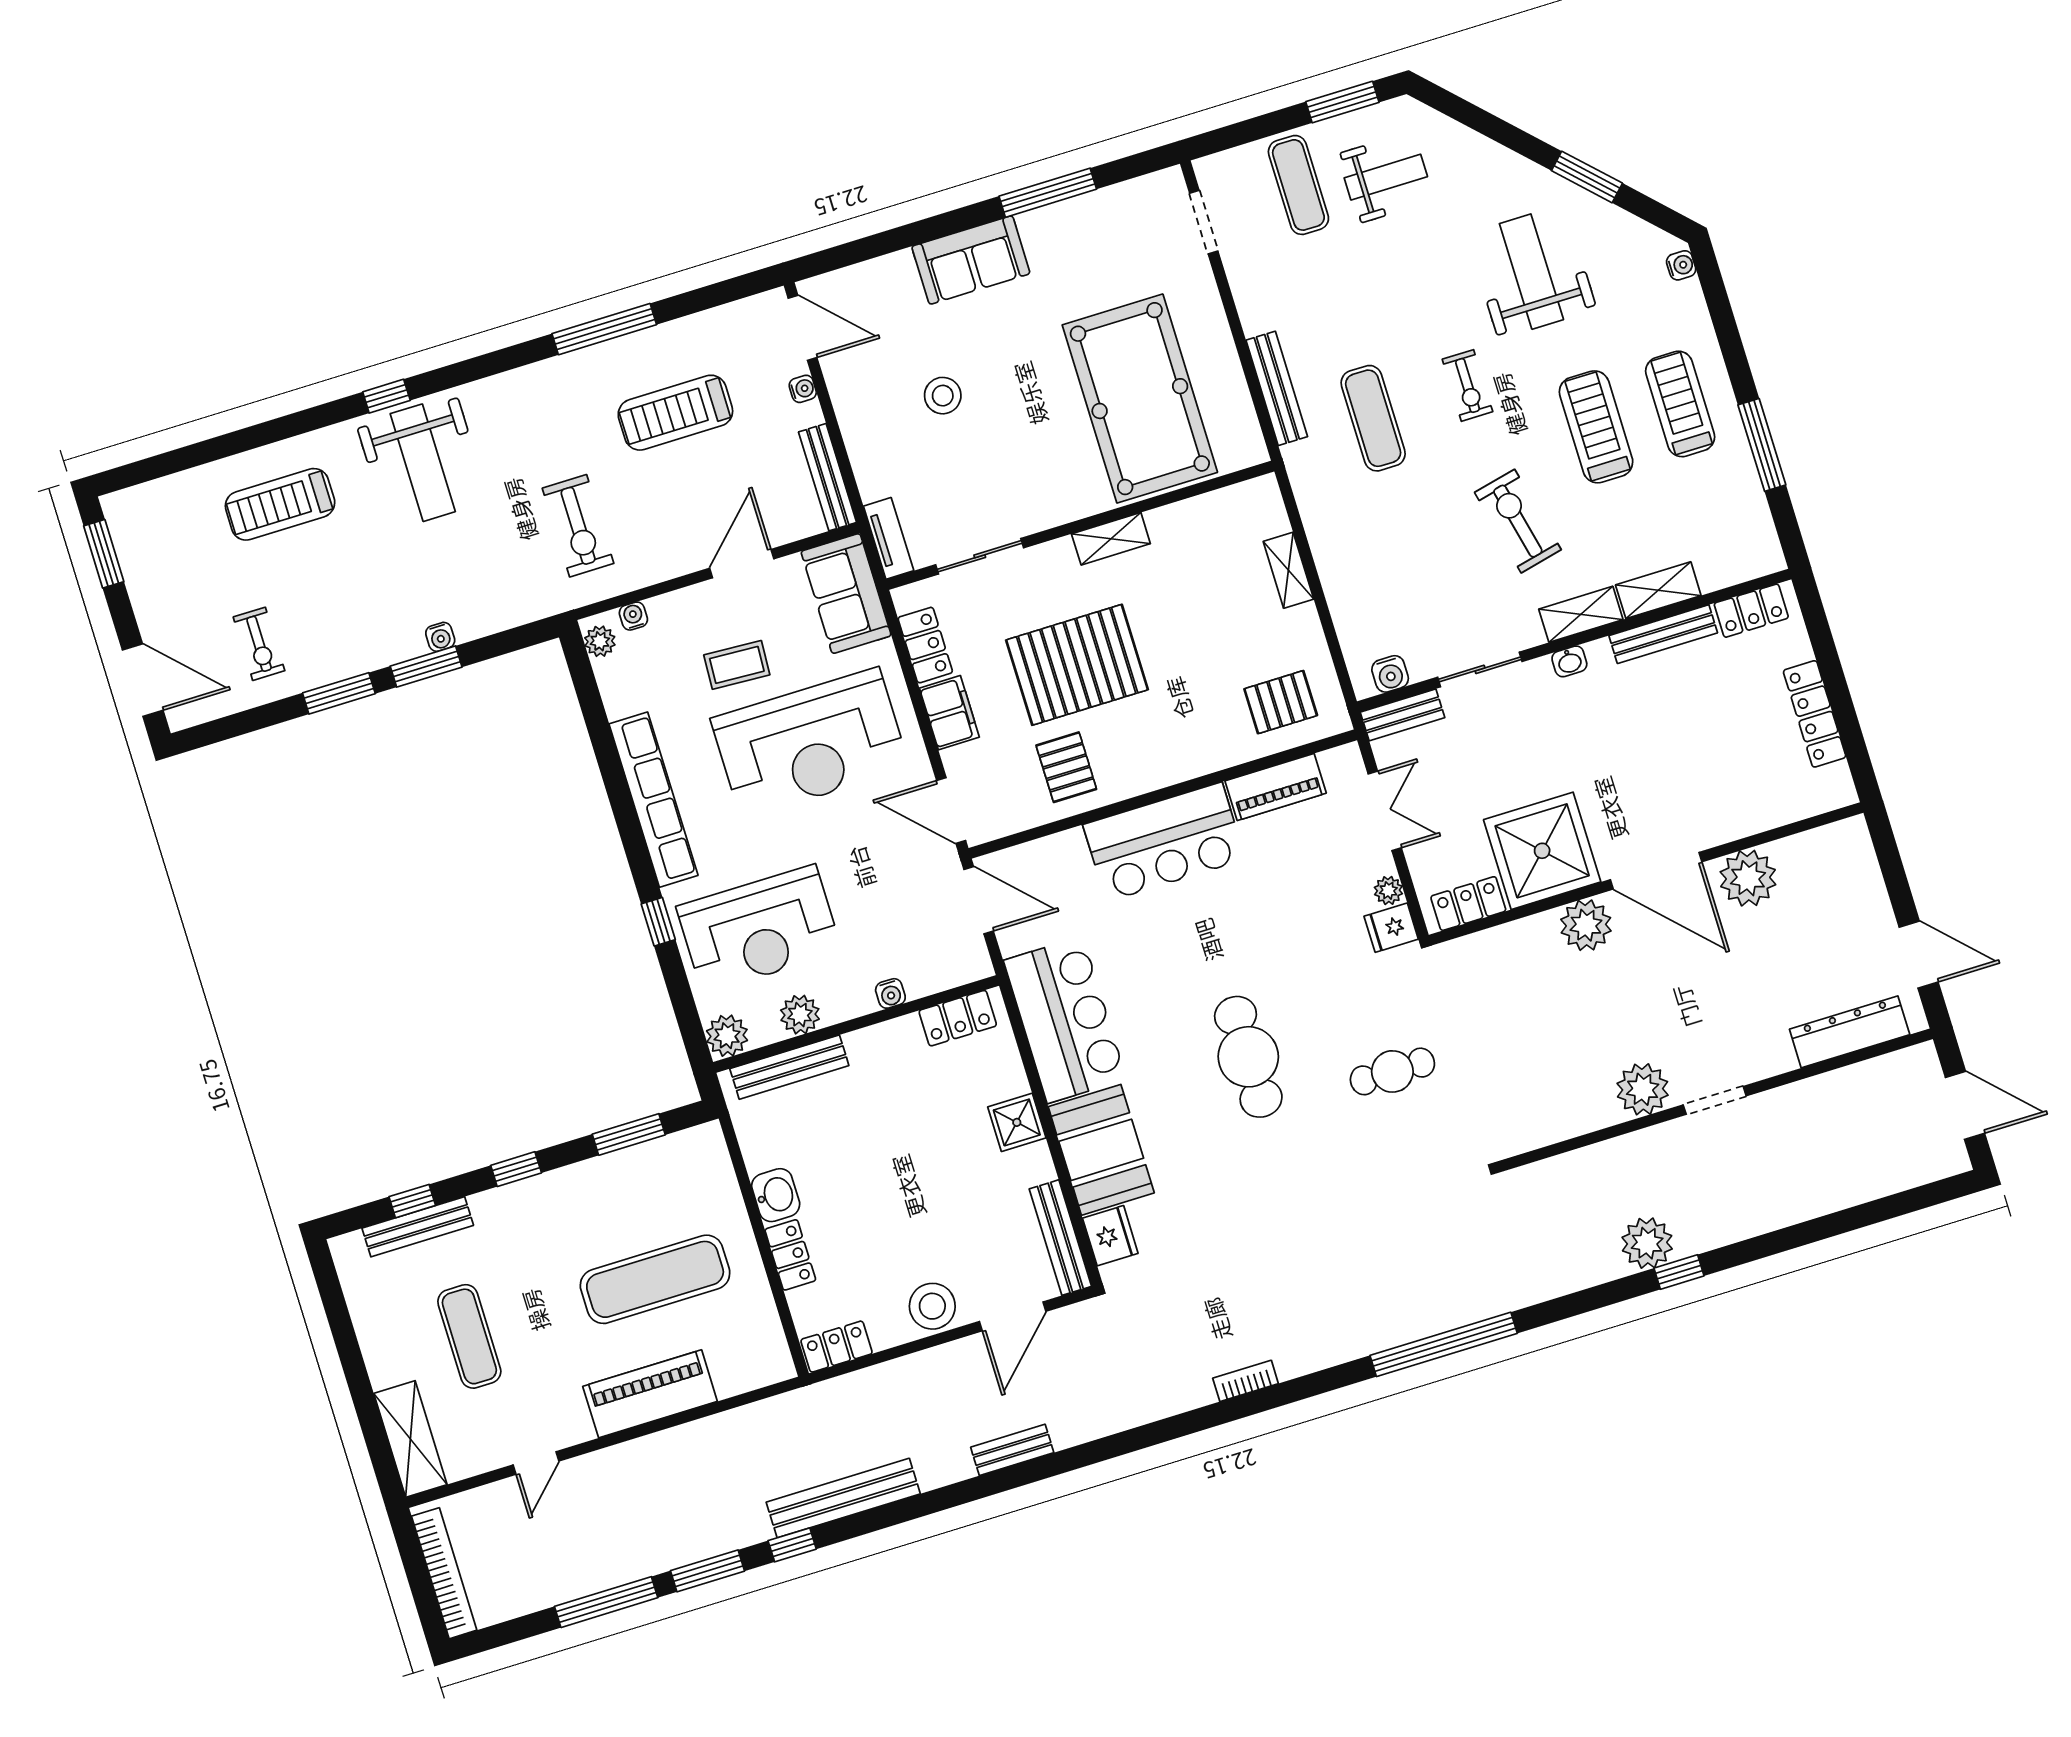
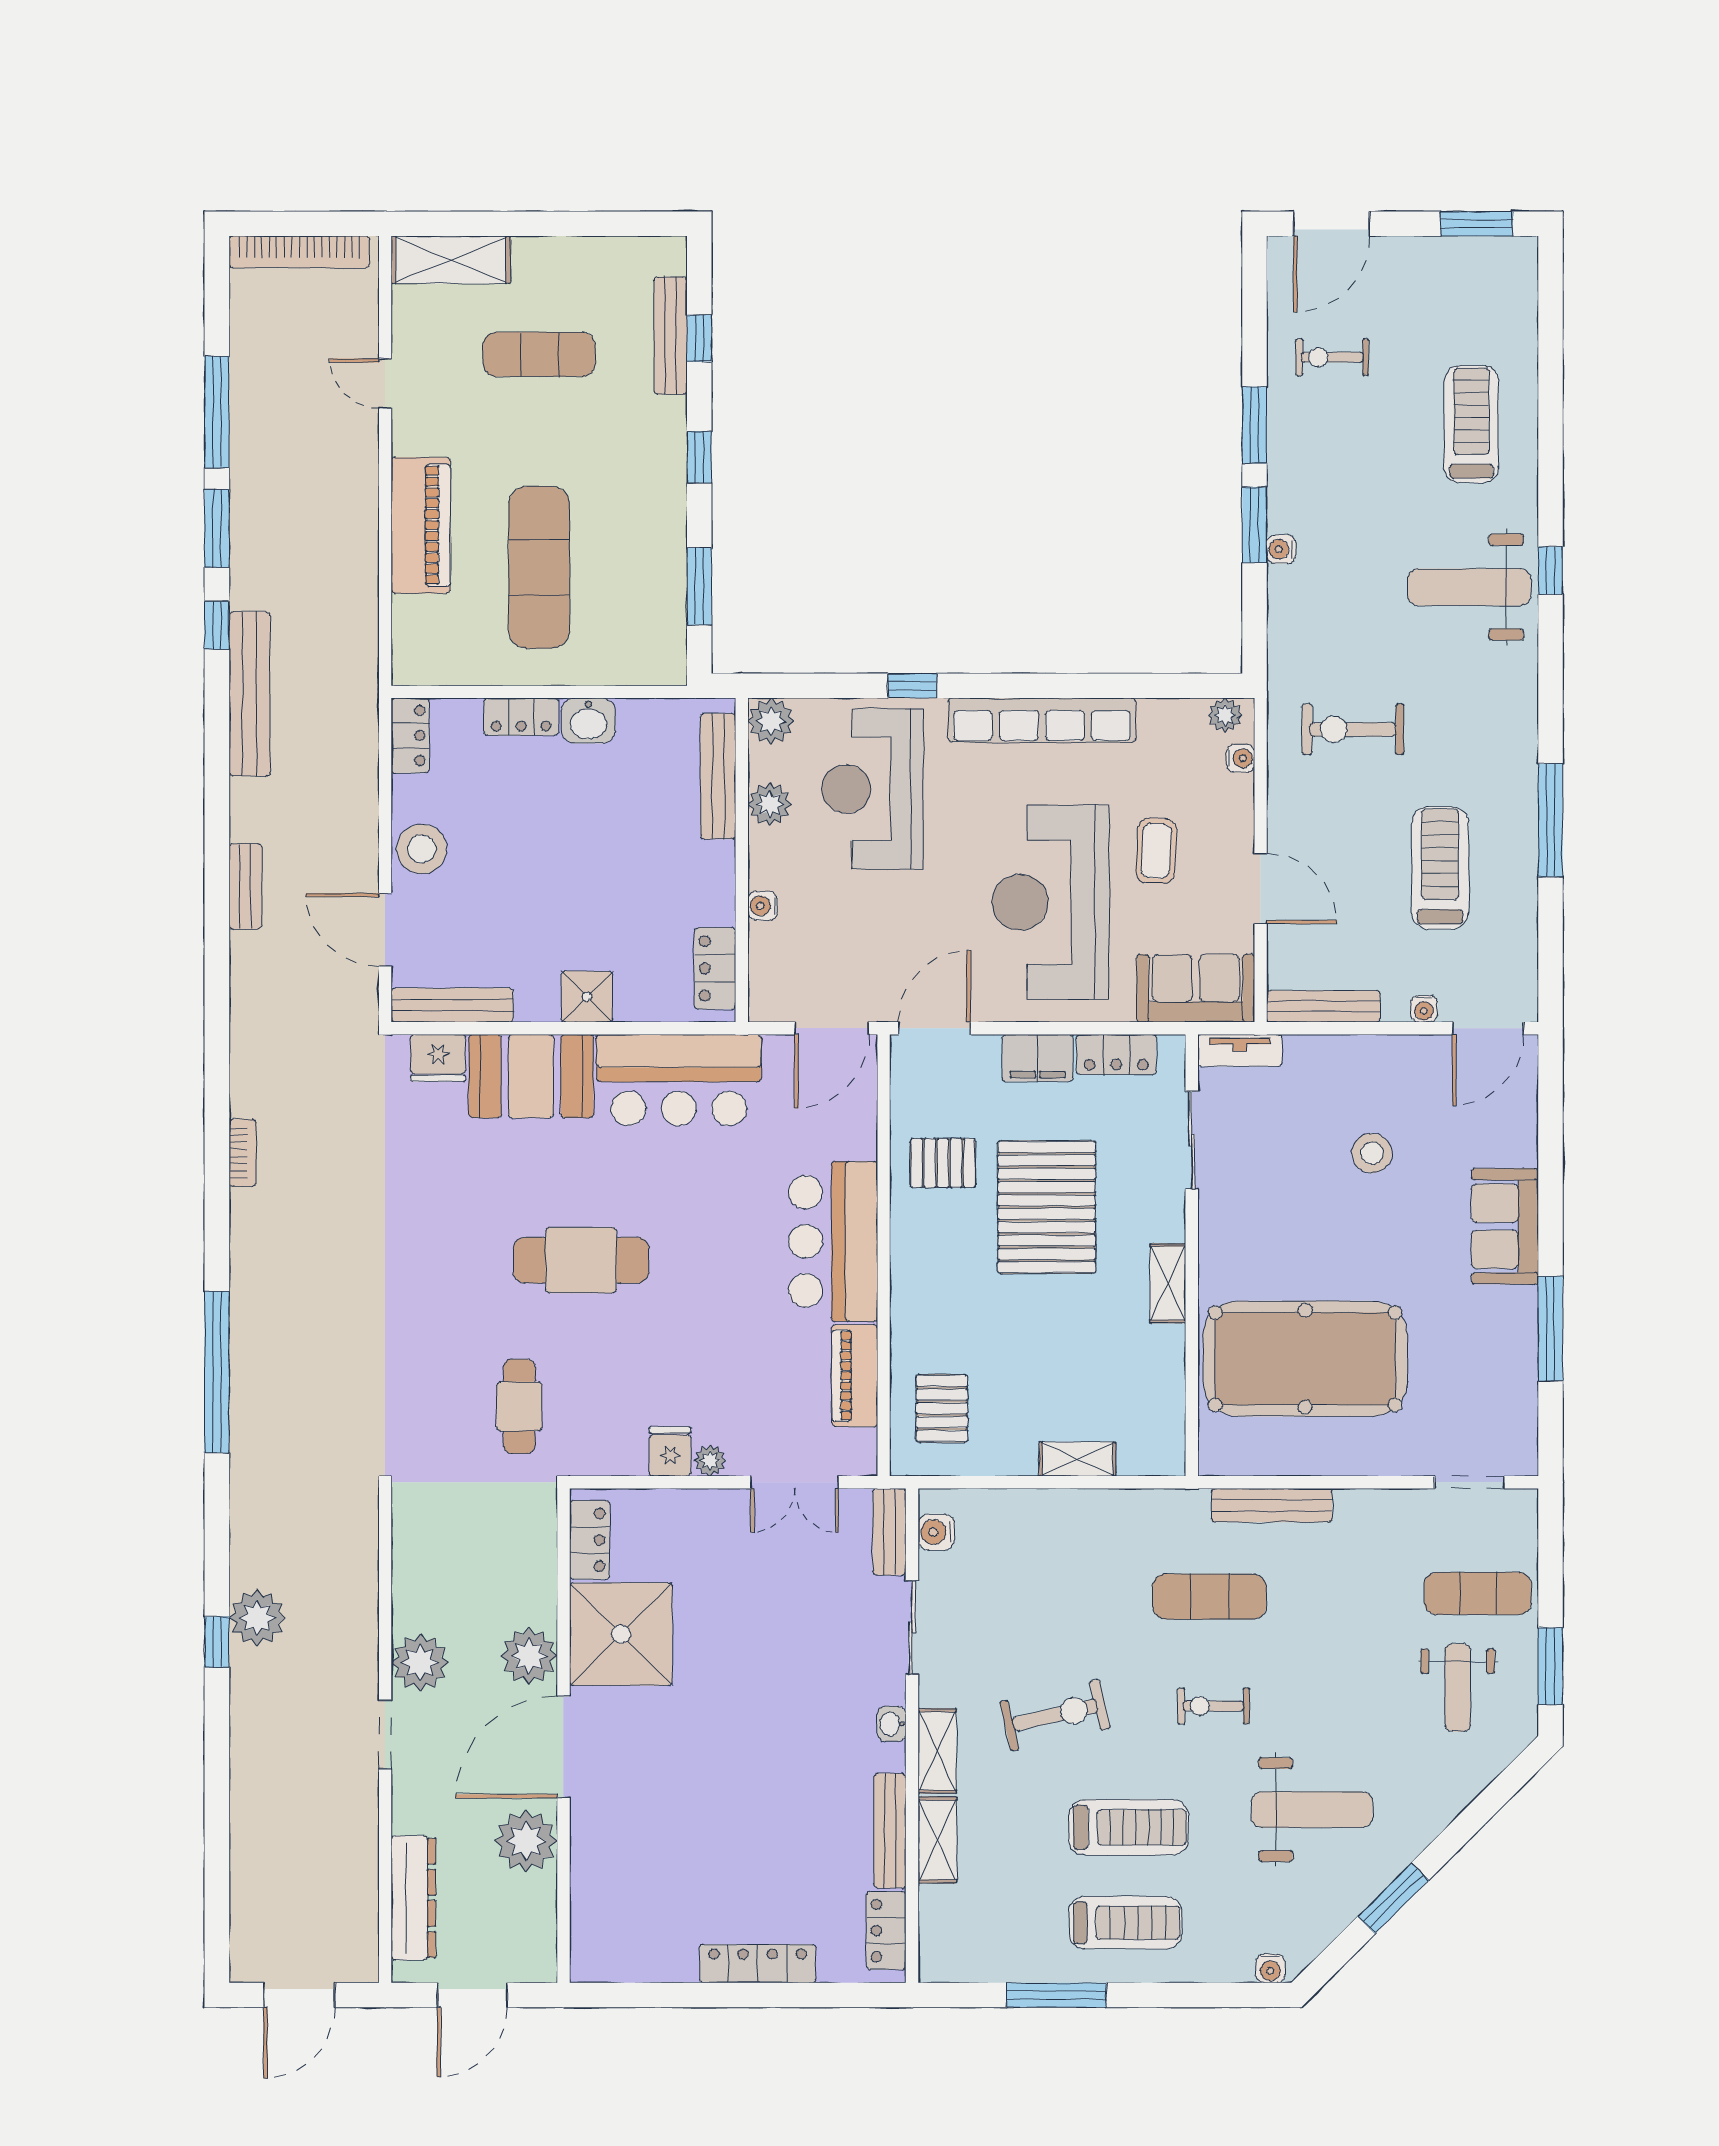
shower: (1542, 851) -> (621, 1634), moved
door: (1656, 871) -> (563, 1747), moved
wall: (1646, 874) -> (563, 1736), moved
plant: (1748, 878) -> (526, 1841), moved
locker: (1468, 904) -> (590, 1540), moved
plant: (1586, 925) -> (529, 1656), moved

